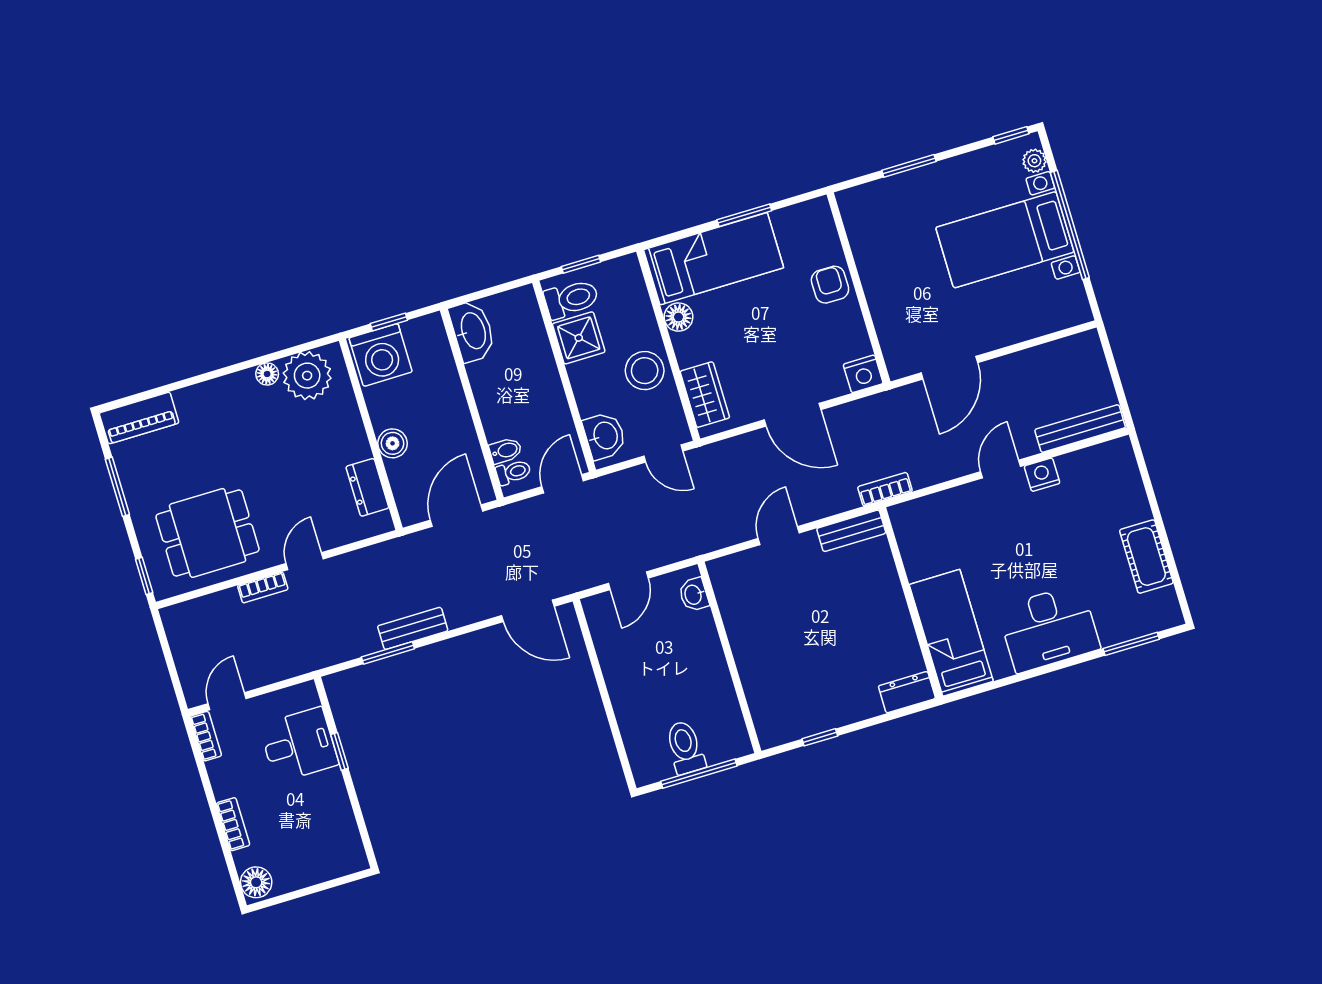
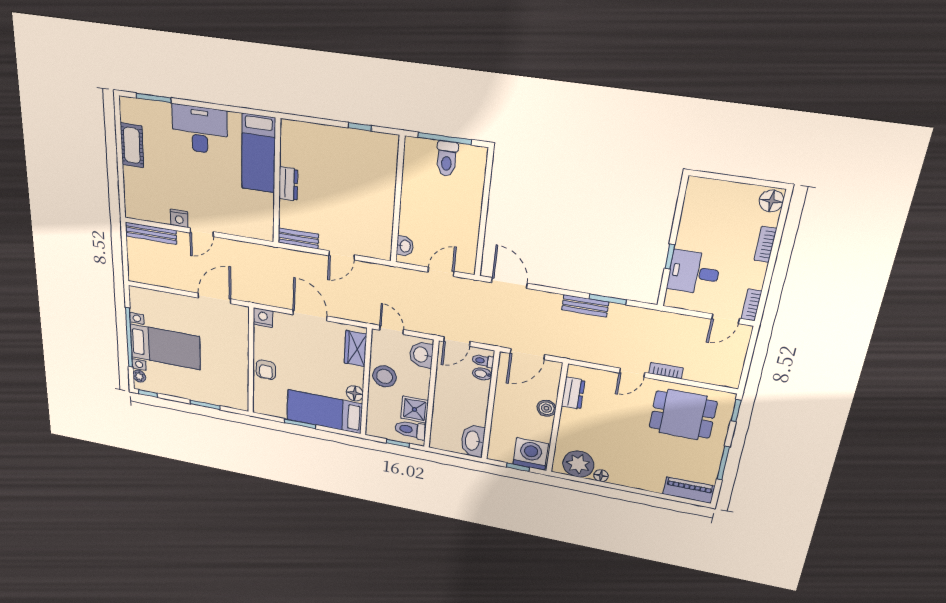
bookcase: (885, 489) -> (271, 252), removed
dresser: (907, 692) -> (288, 184), moved, turned -90

